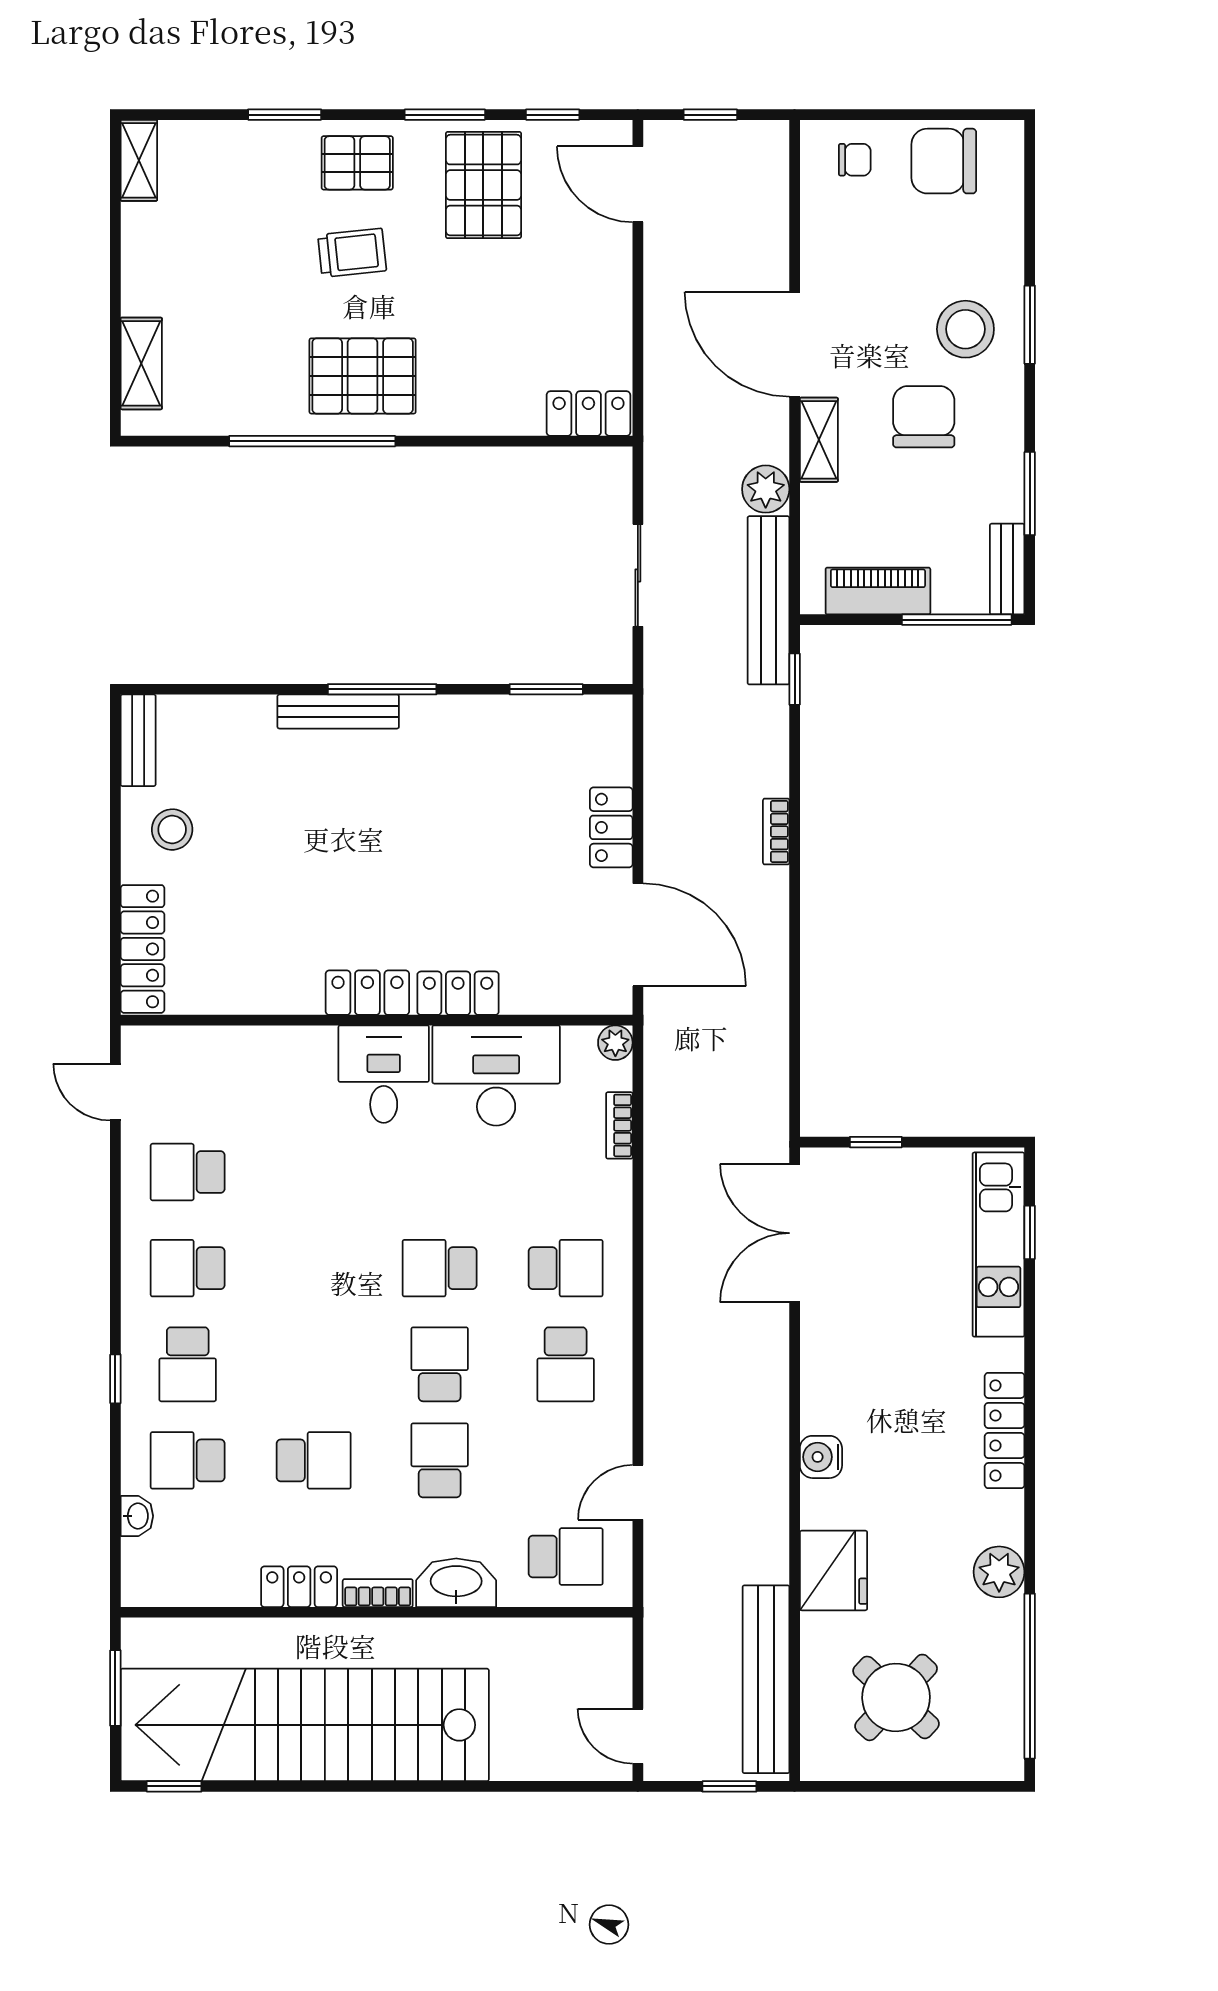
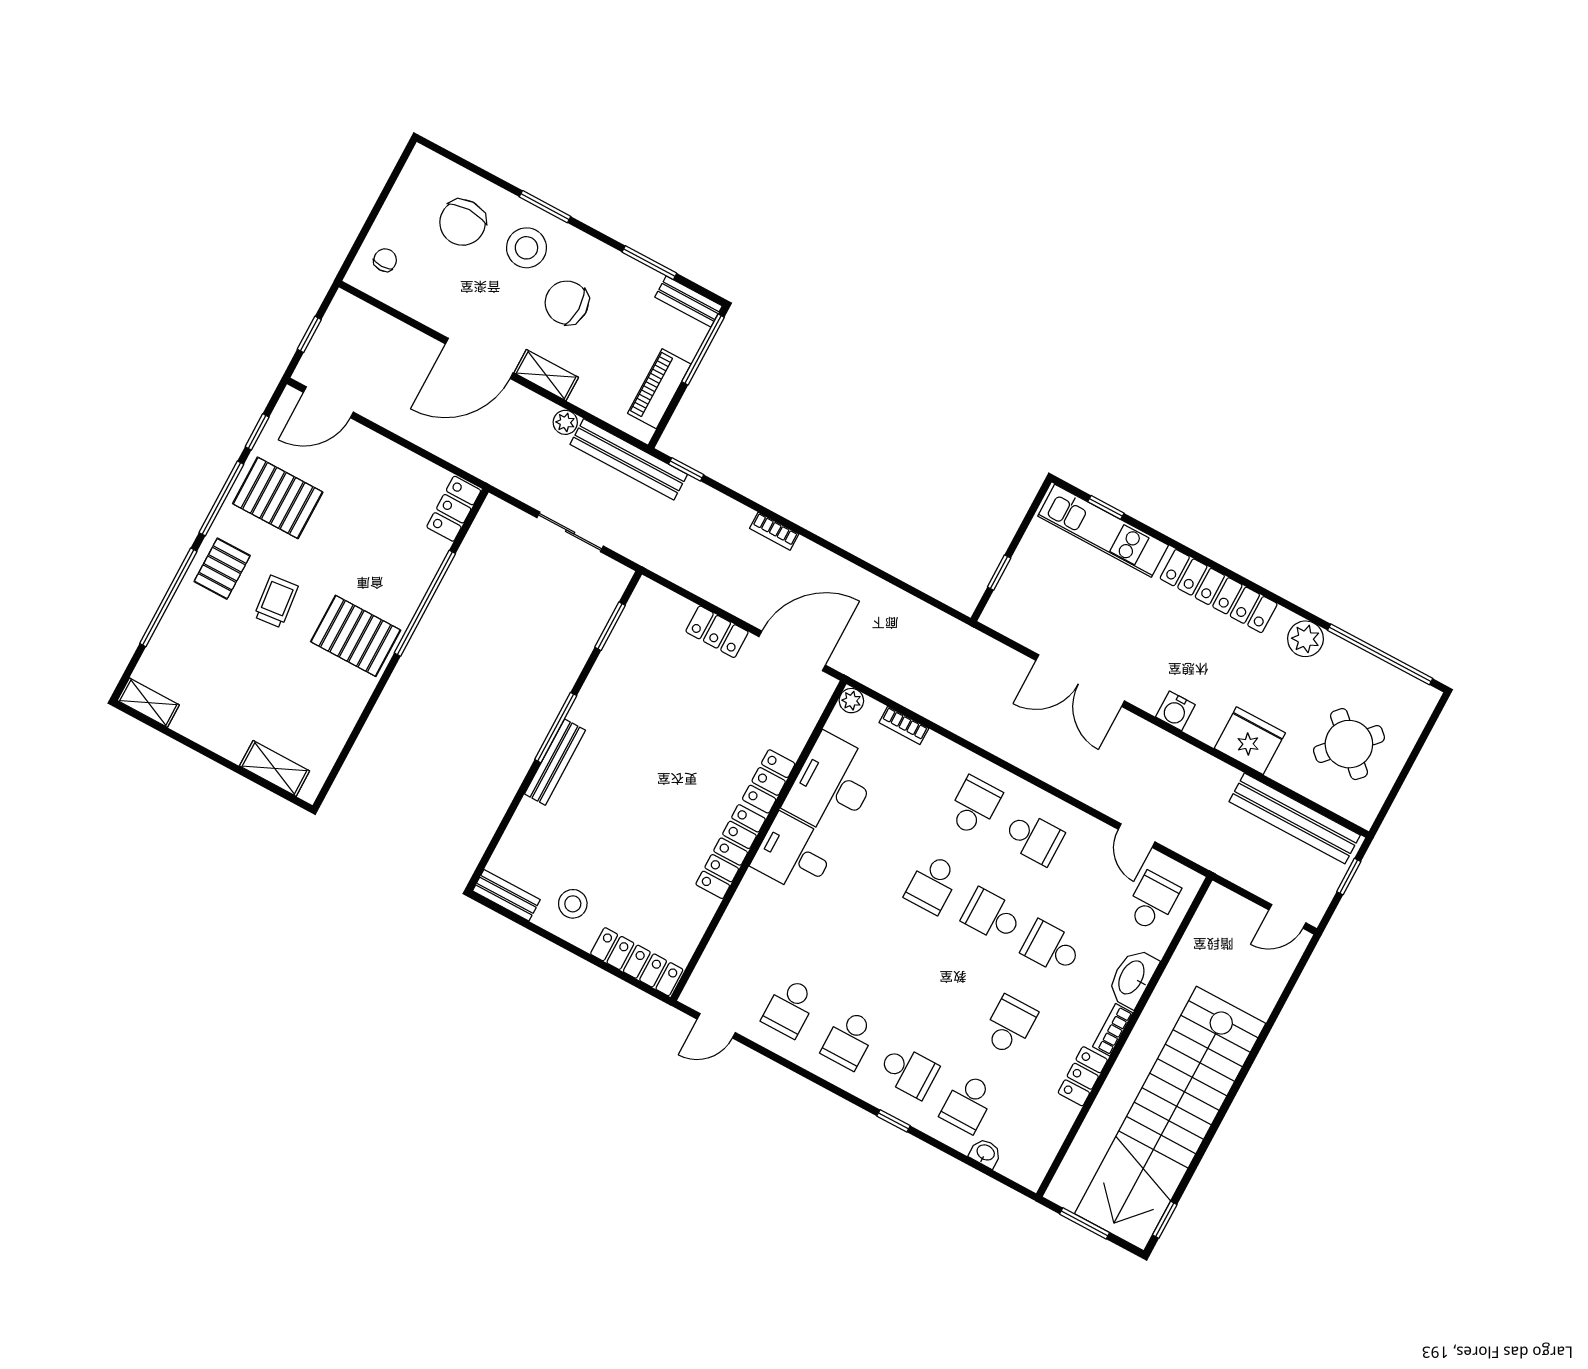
window: (285, 115) -> (168, 597), width x2.11
window: (445, 115) -> (221, 498), width x1.44
chair: (944, 161) -> (463, 222), moved
pallet: (363, 376) -> (356, 636), turned 90
window: (312, 441) -> (425, 603), moved
plant: (766, 489) -> (565, 422), width x0.73, depth x0.73
locker: (367, 993) -> (731, 852), width x1.53
double door: (795, 1233) -> (1080, 681), moved
locker: (1005, 1430) -> (1219, 591), width x1.41, depth x1.21

